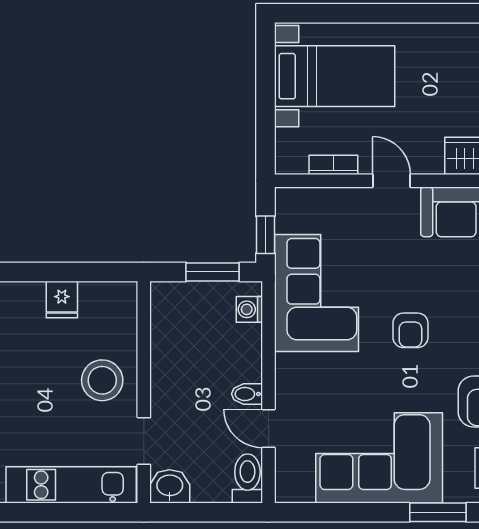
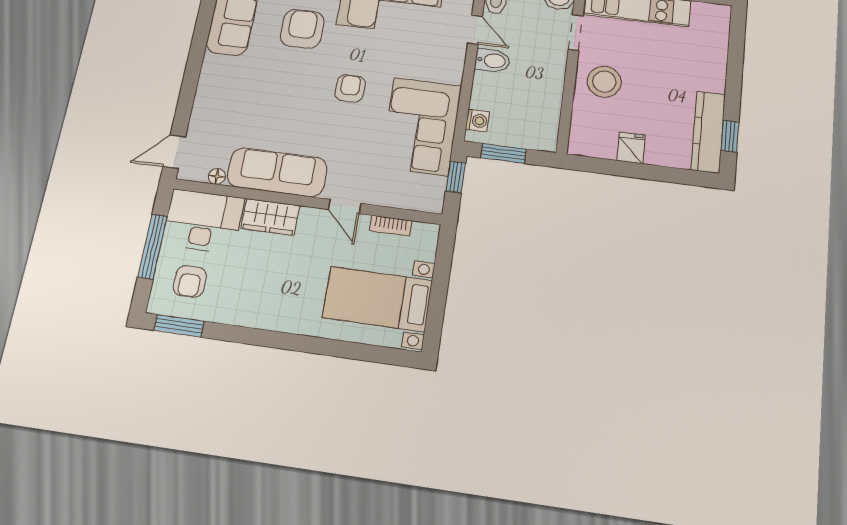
bidet: (247, 394) -> (492, 61), width x1.38, depth x1.36

